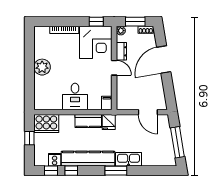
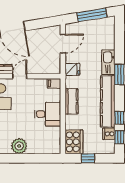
fridge: (109, 122) -> (72, 69), moved

